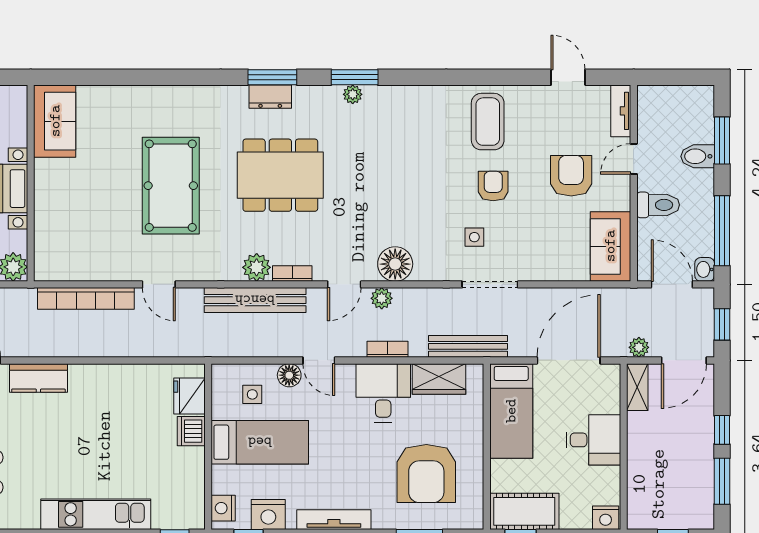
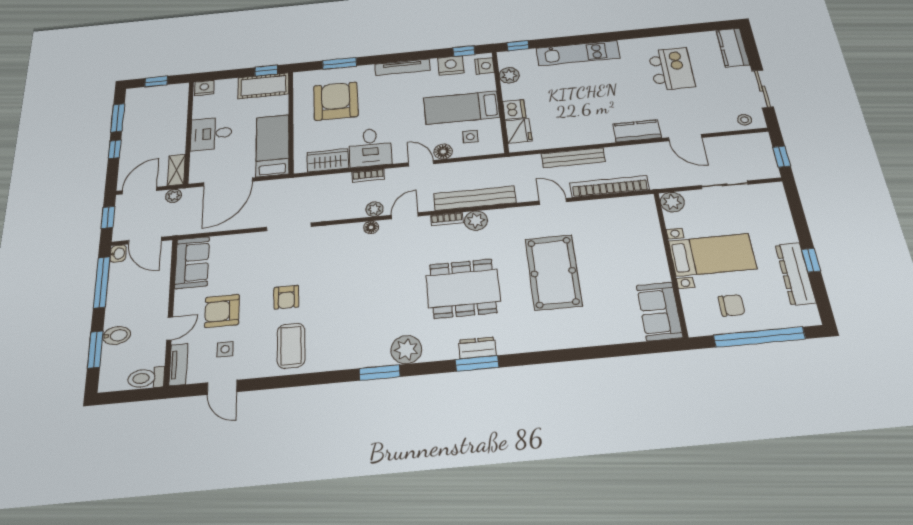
window: (355, 77) -> (380, 373), moved
plant: (353, 94) -> (406, 350), width x1.87, depth x1.87
armchair: (571, 176) -> (222, 311), turned 90
toilet: (658, 205) -> (146, 378), moved
side table: (474, 237) -> (225, 349), moved
floor lamp: (395, 264) -> (371, 227), width x0.53, depth x0.53
bench: (468, 346) -> (573, 158), moved
plant: (192, 488) -> (509, 75), added

